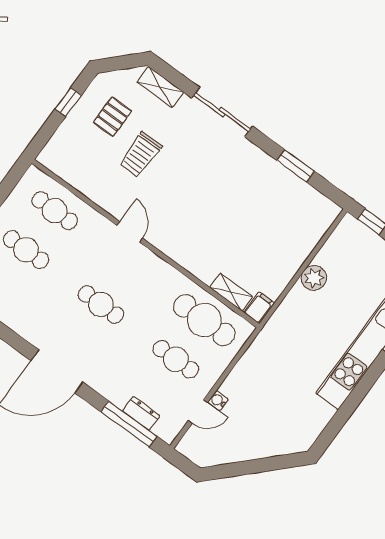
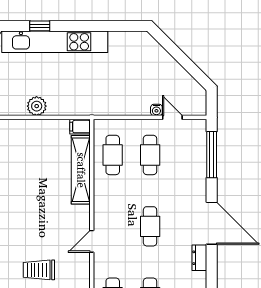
trolley: (141, 155) -> (39, 270), turned 180
shelving: (231, 292) -> (81, 170), width x2.20, depth x1.33
cafe table: (204, 320) -> (113, 155), width x0.73, depth x0.74
dresser: (141, 413) -> (199, 258), moved

